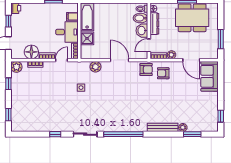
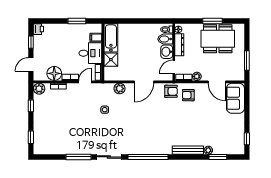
door: (120, 60) -> (144, 82), swing flipped
window: (55, 134) -> (79, 157), width x2.17

